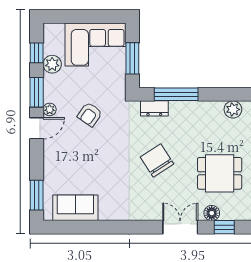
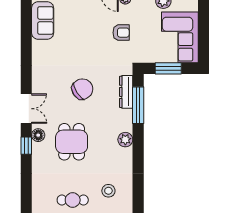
dresser: (154, 108) -> (126, 92), width x1.44
plant: (233, 109) -> (125, 140), moved
armchair: (90, 114) -> (121, 33), turned 145

